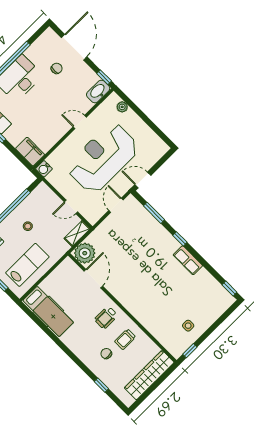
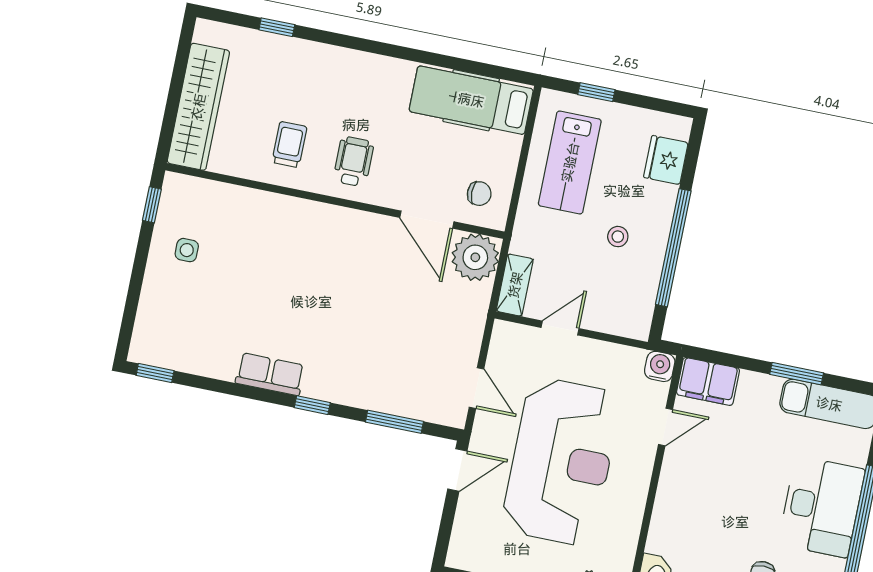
door: (80, 122) -> (666, 427), moved
chair: (106, 354) -> (479, 194), moved

